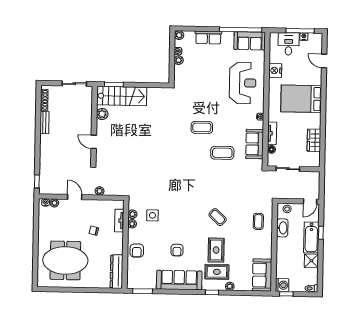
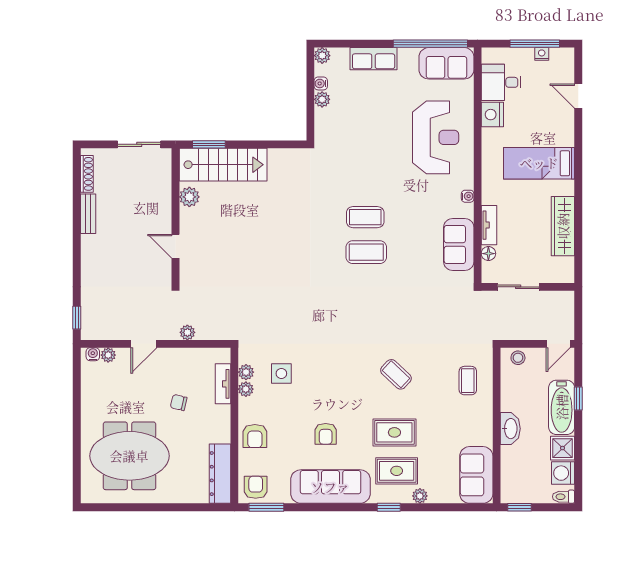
desk: (289, 44) -> (501, 82), moved, turned -90
bed: (301, 99) -> (539, 163), width x0.67
wardrobe: (314, 140) -> (563, 226), width x1.50
coffee table: (222, 153) -> (366, 252), moved
door: (75, 197) -> (144, 344), swing flipped
washbasin: (282, 228) -> (510, 429), moved
rug: (216, 250) -> (394, 432), turned 90
armchair: (137, 280) -> (256, 487), added
washing machine: (282, 285) -> (563, 473), moved, turned 180

